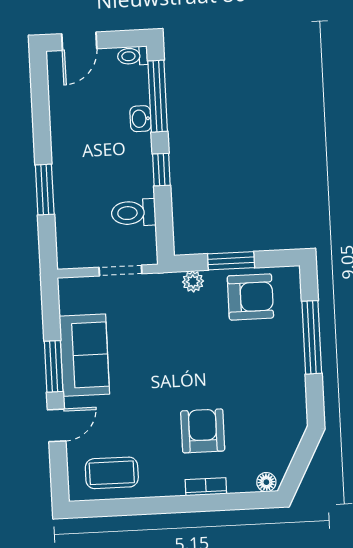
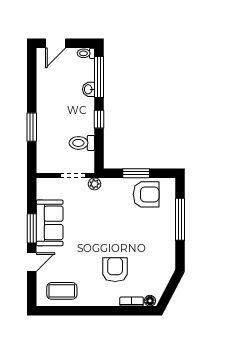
plant: (193, 281) -> (95, 184), moved
bookcase: (206, 487) -> (132, 302), moved

